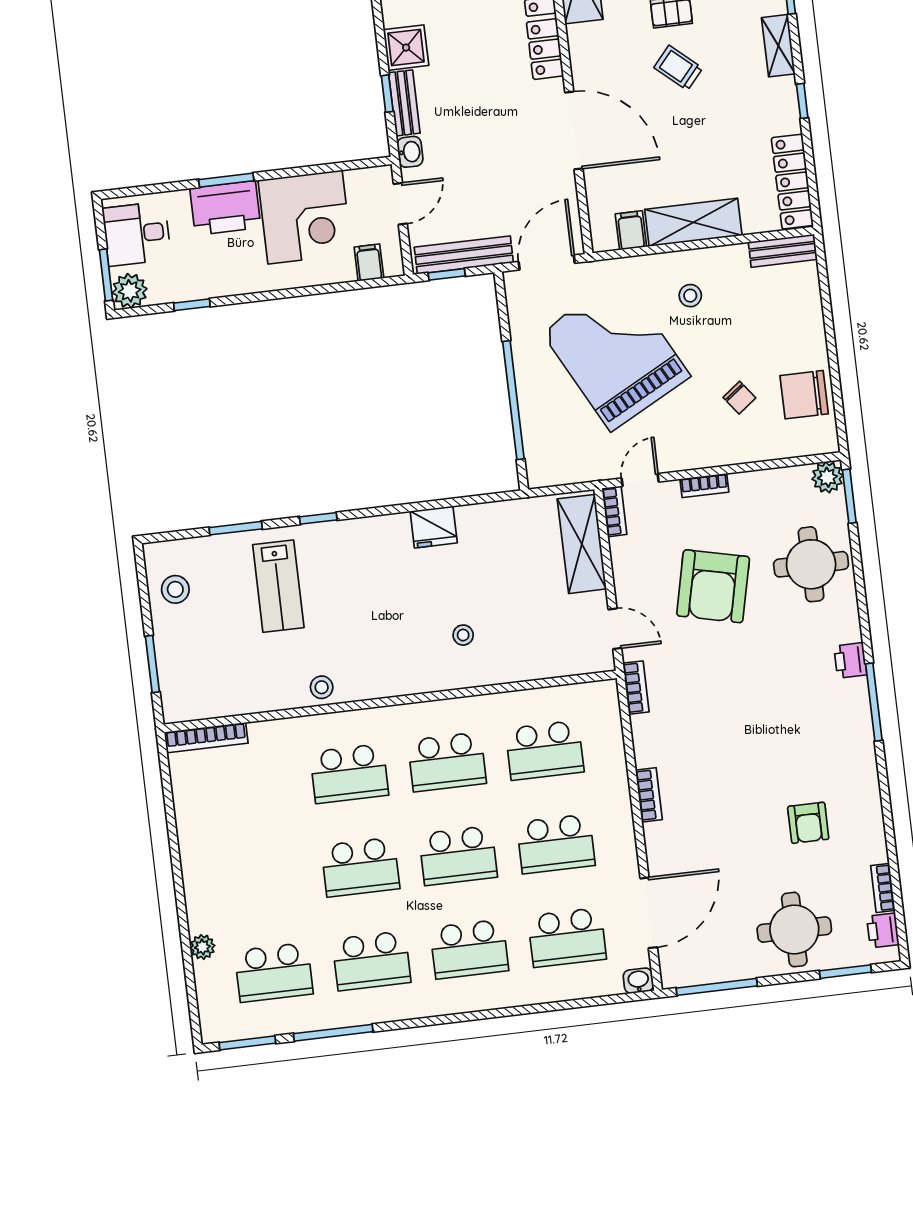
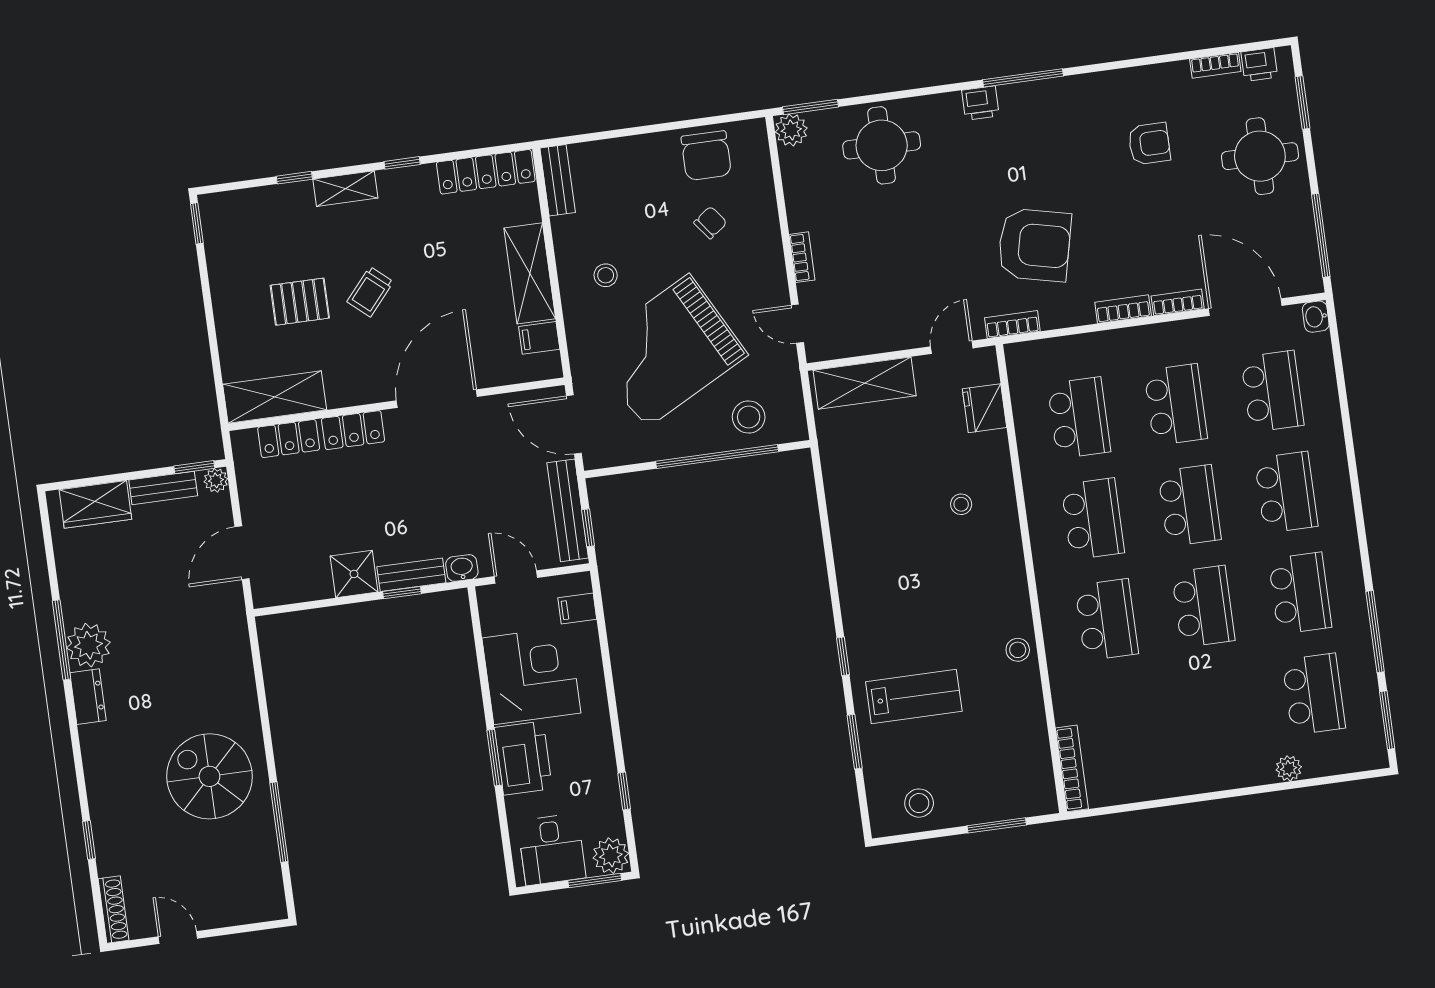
stool: (551, 431) -> (749, 417), added
bookcase: (614, 511) -> (1178, 302), moved
fridge: (434, 527) -> (985, 408), moved, turned 180
armchair: (713, 586) -> (1034, 245), moved

